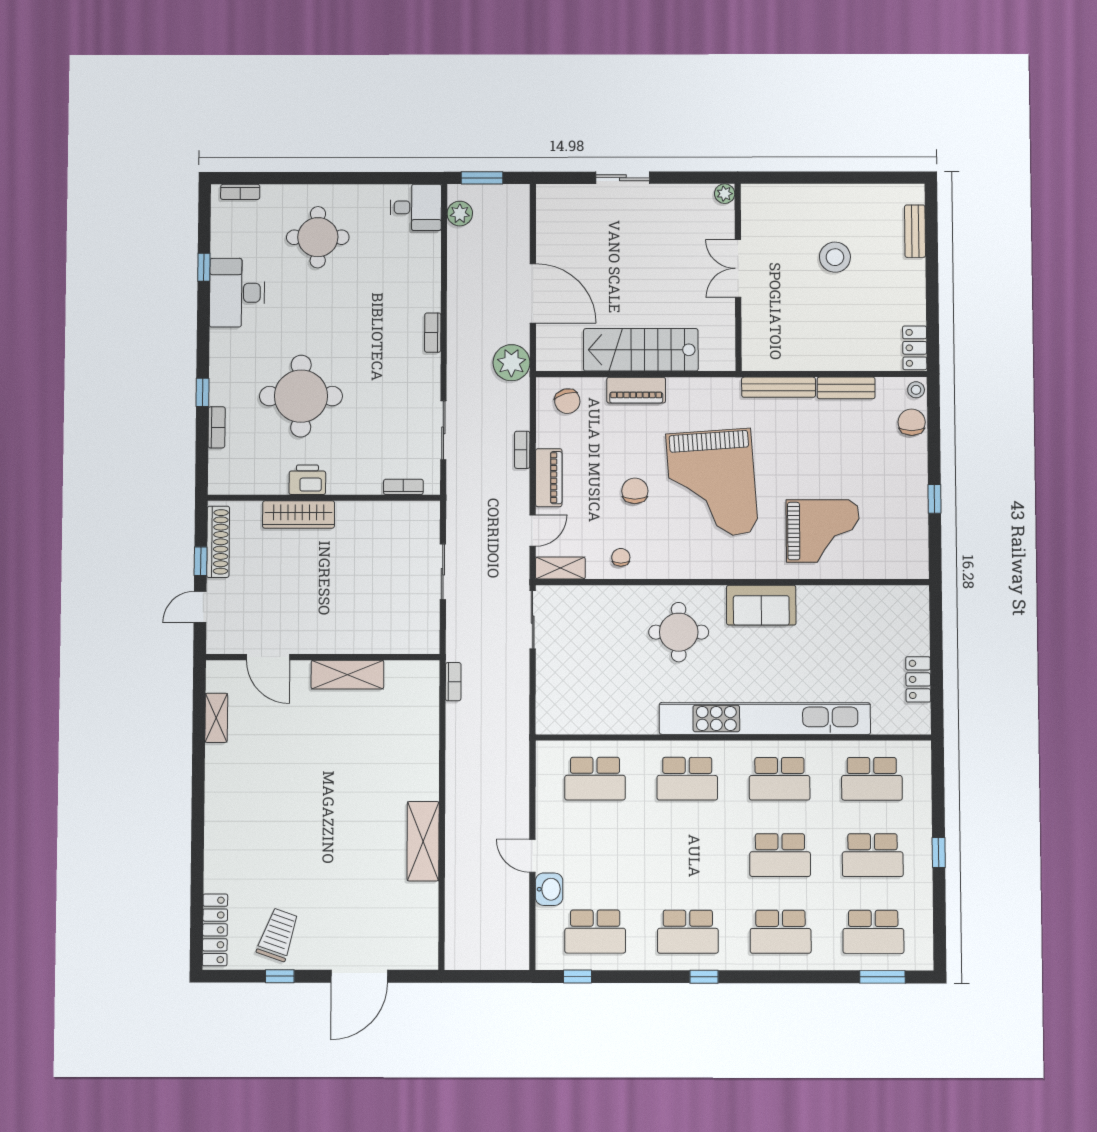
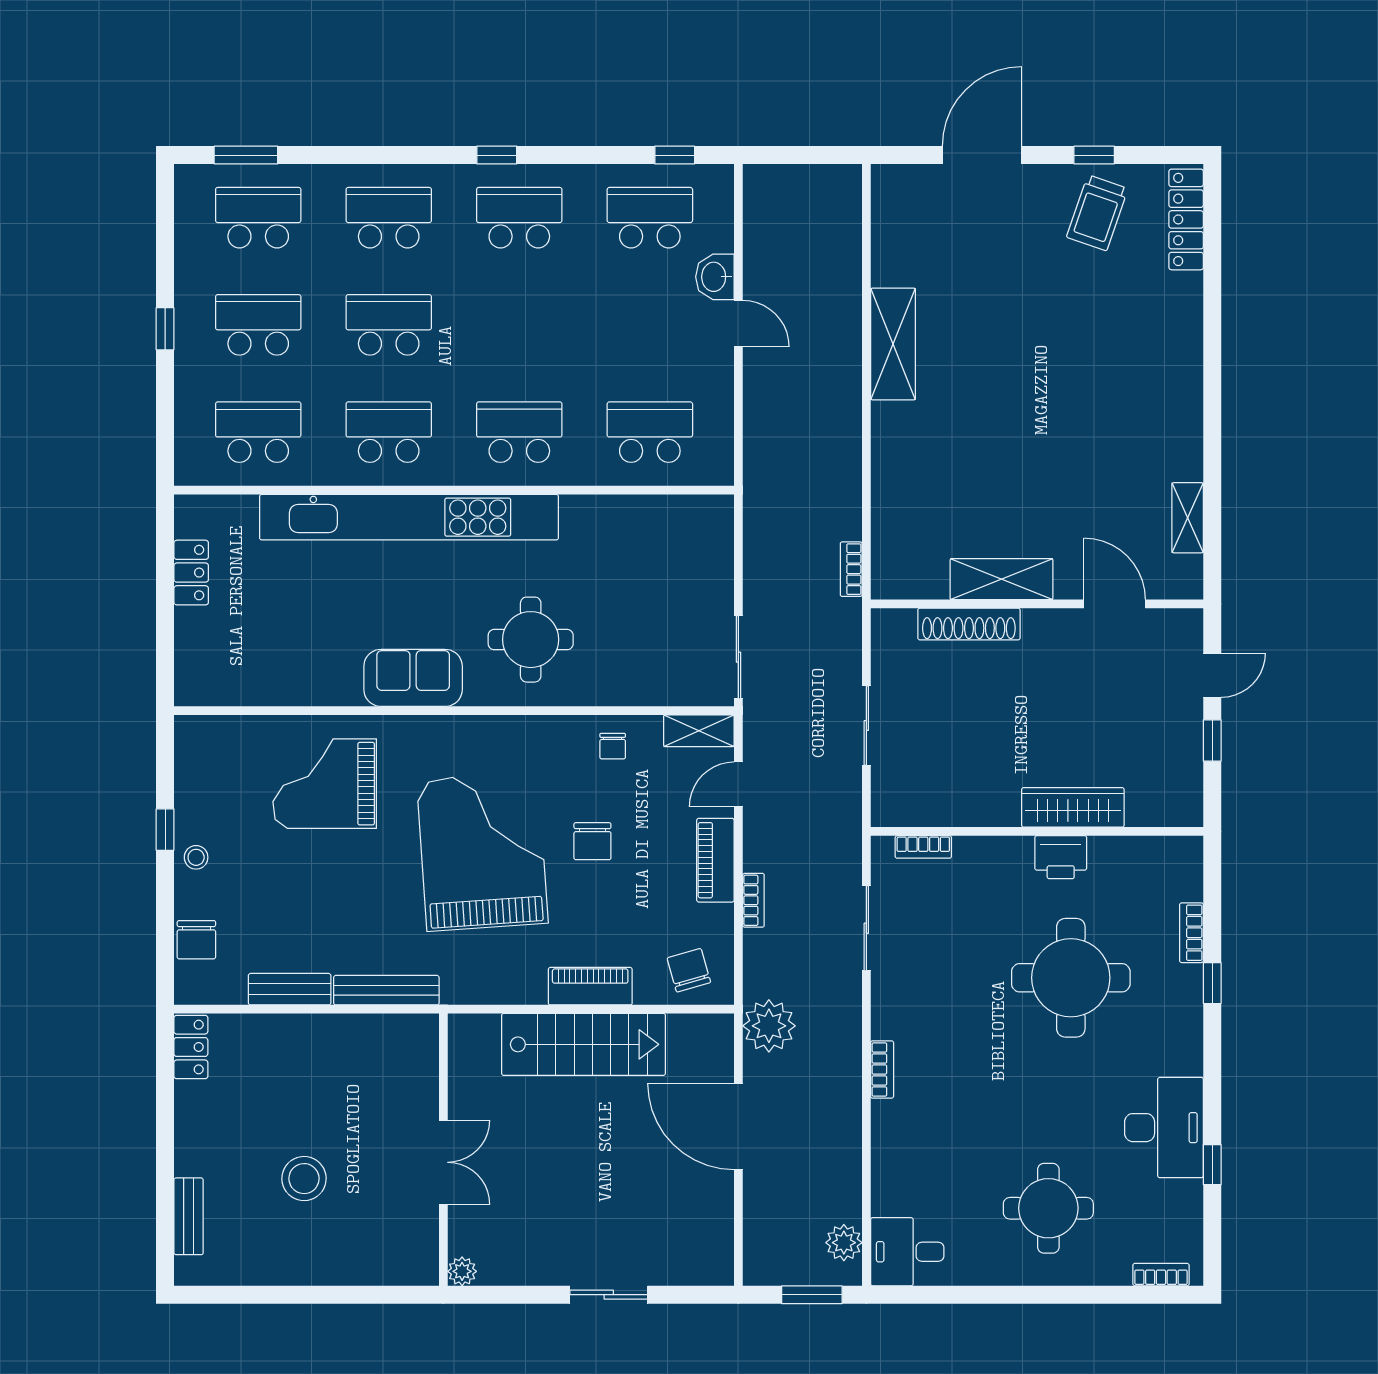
stool: (916, 390) -> (196, 857), moved
shoe rack: (218, 542) -> (969, 624), moved, turned -90

